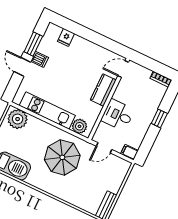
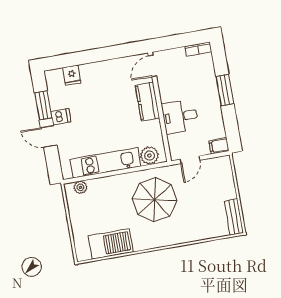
window: (159, 118) -> (225, 90), width x1.50
plant: (18, 119) -> (80, 187), width x0.53, depth x0.53

